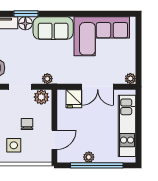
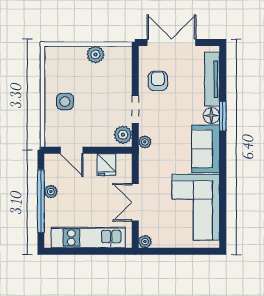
fridge: (74, 99) -> (106, 165), moved, turned -90
chair: (27, 124) -> (91, 118), removed

